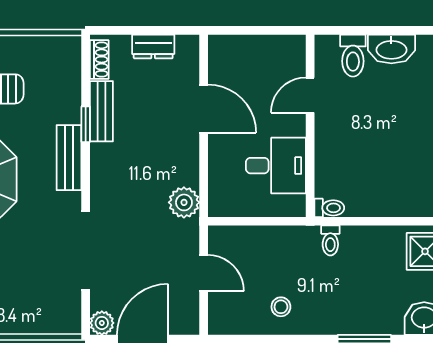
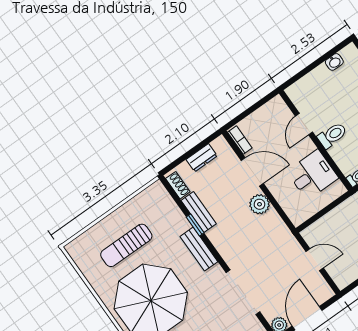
washbasin: (391, 49) -> (334, 62), width x0.52, depth x0.69
toilet: (353, 56) -> (332, 135), moved, turned -90
bookcase: (216, 58) -> (240, 140), added
plant: (184, 202) -> (259, 204), moved

